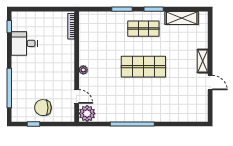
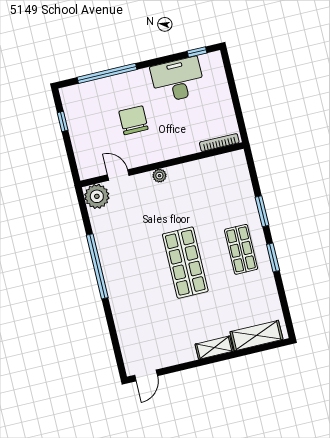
shelving: (182, 18) -> (256, 336), moved, turned 90
desk: (24, 43) -> (178, 80), width x1.37
door: (210, 83) -> (146, 375), moved
door: (77, 96) -> (118, 175), swing flipped
chair: (43, 108) -> (133, 120), moved

